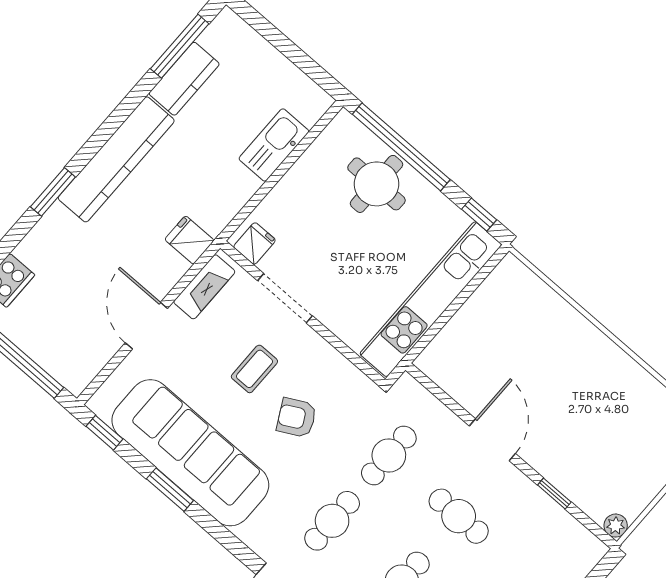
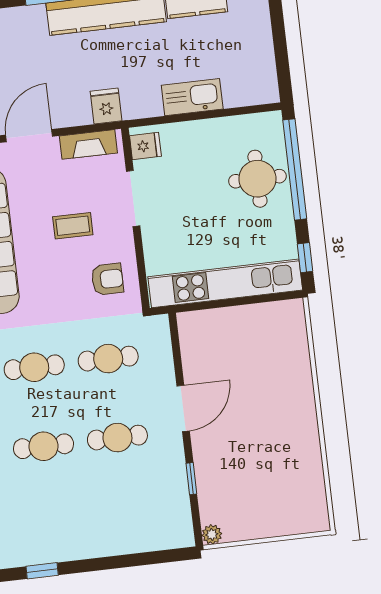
kitchen sink: (274, 145) -> (192, 97), moved
armchair: (297, 418) -> (107, 279), moved, turned 118
cafe table: (459, 516) -> (117, 438), turned 90

